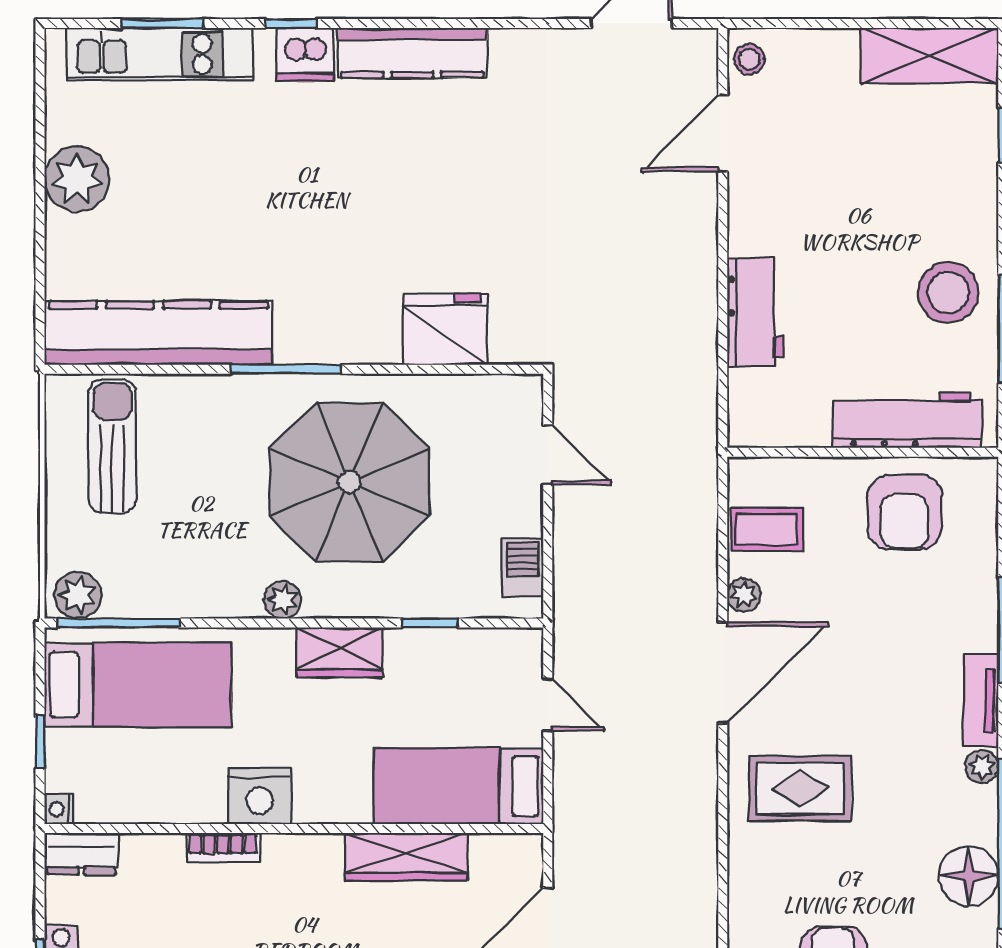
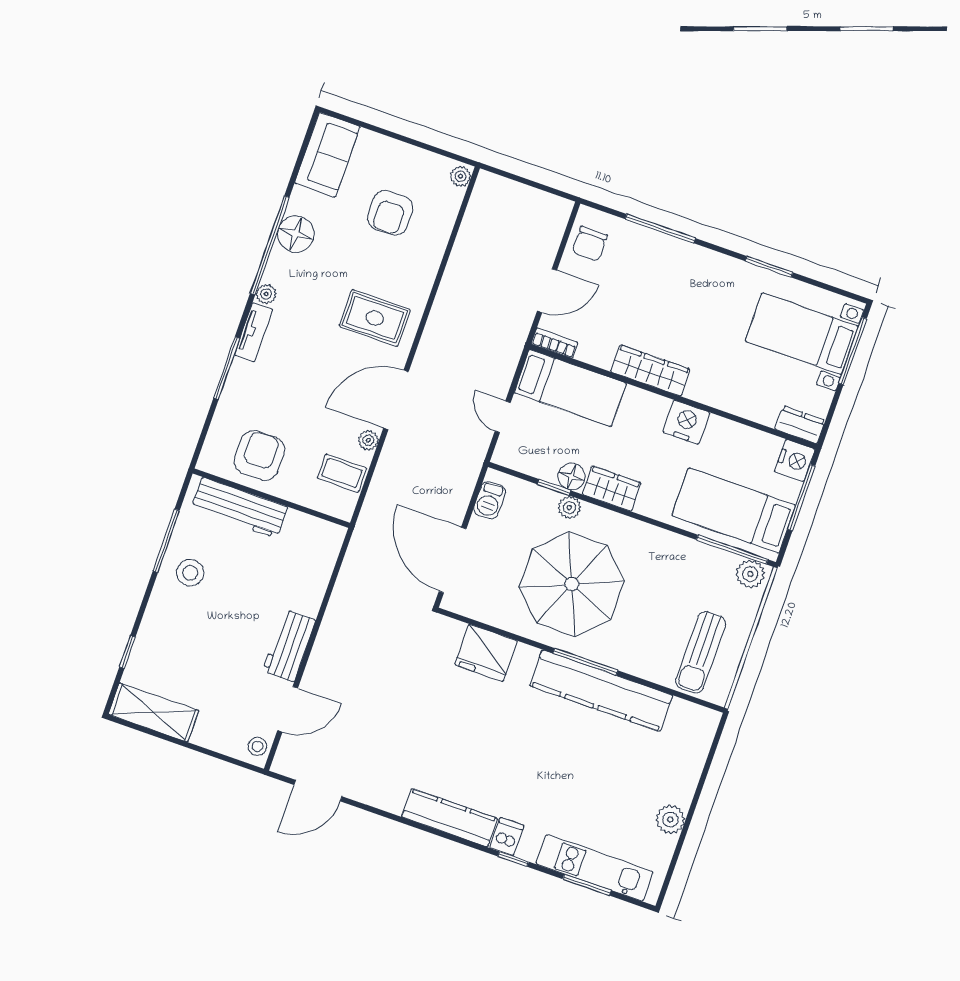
dishwasher: (305, 55) -> (507, 837), width x0.73
plant: (77, 179) -> (670, 819), width x0.73, depth x0.73
stool: (948, 292) -> (190, 573), width x0.73, depth x0.73
workbench: (755, 312) -> (289, 645), moved
kitchen counter: (158, 333) -> (601, 691), moved
door: (548, 455) -> (453, 560), width x1.87
plant: (283, 600) -> (569, 508), moved
floor lamp: (408, 649) -> (572, 476), added
window: (40, 741) -> (801, 498), width x2.17
nightstand: (59, 809) -> (795, 460), width x1.89, depth x1.79
bookcase: (223, 847) -> (555, 343), moved
wardrobe: (406, 857) -> (650, 371), moved

